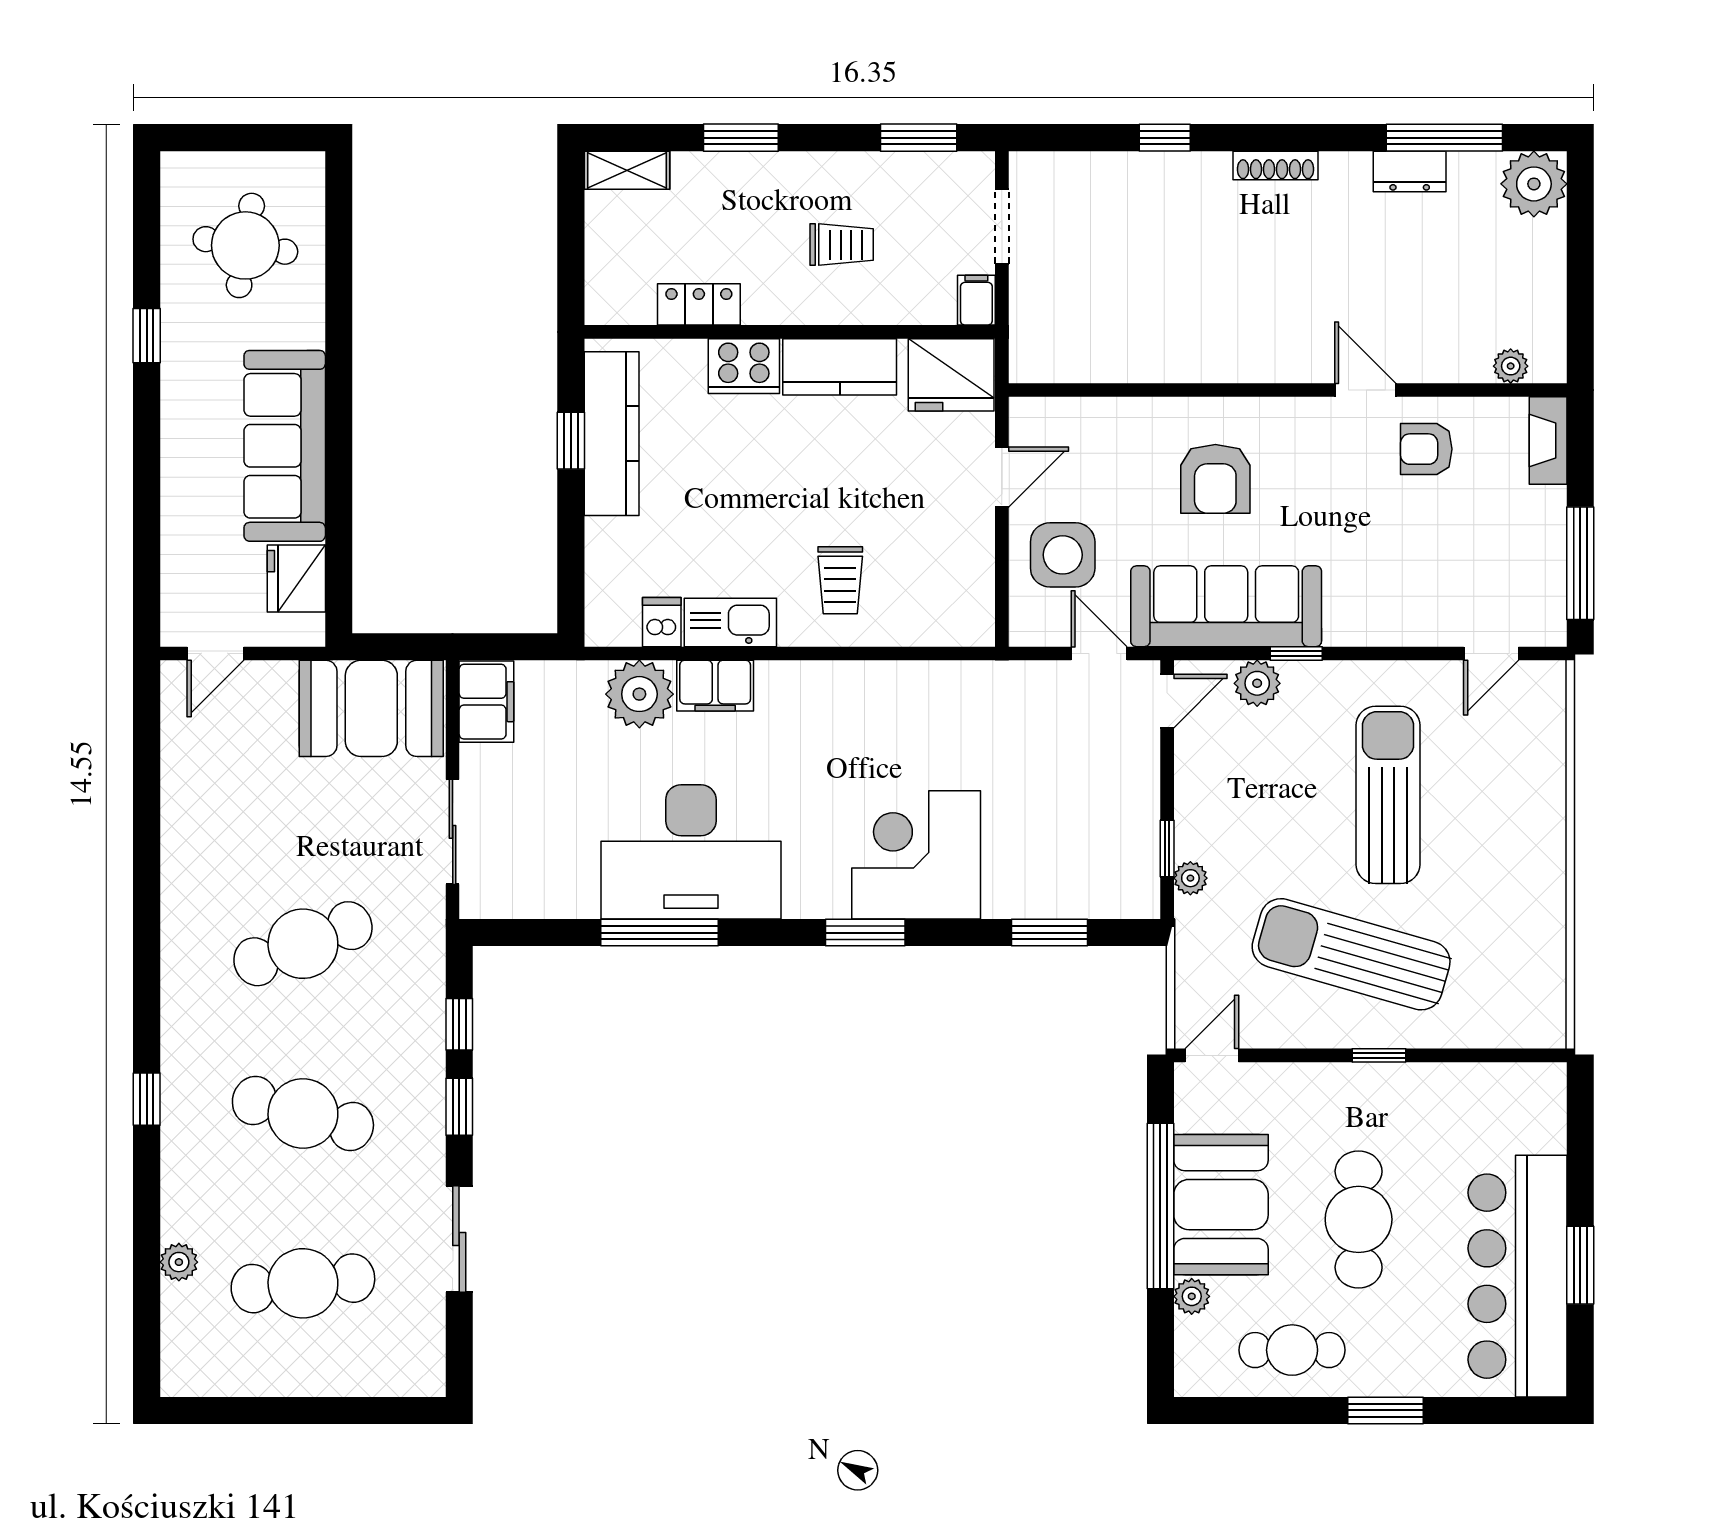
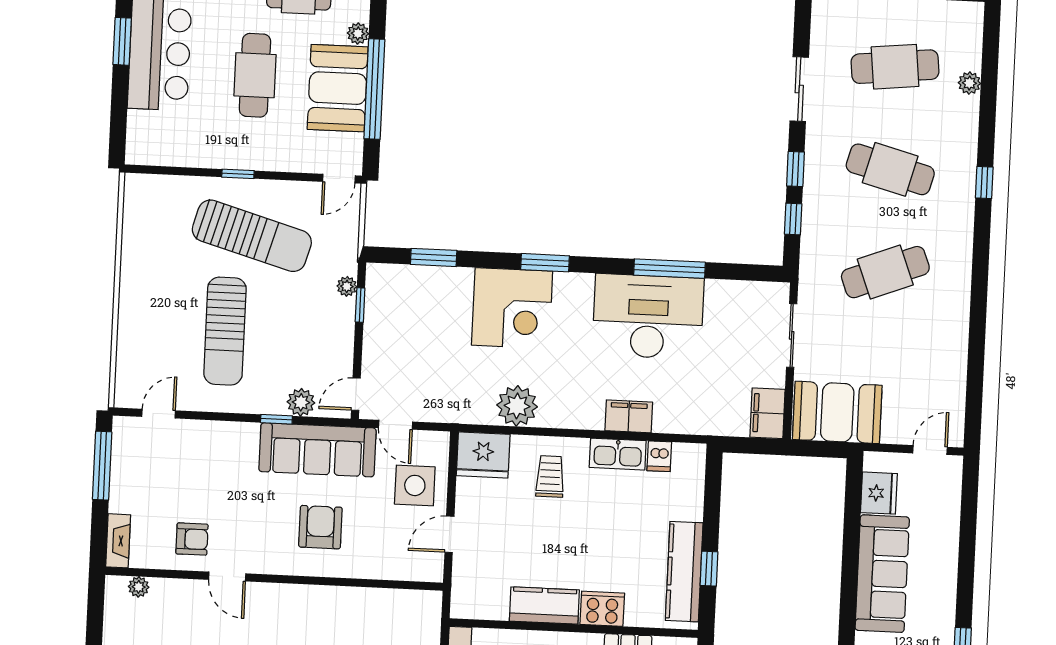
fridge: (951, 375) -> (483, 455), moved, turned 180
plant: (639, 694) -> (517, 406), moved

